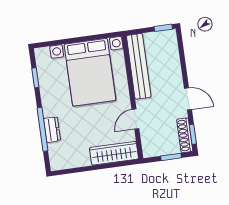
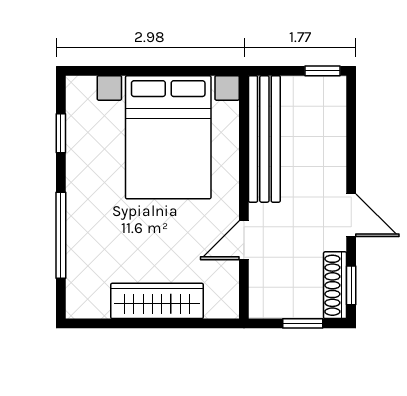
dresser: (52, 130) -> (79, 238), removed
wardrobe: (114, 153) -> (157, 301), moved

